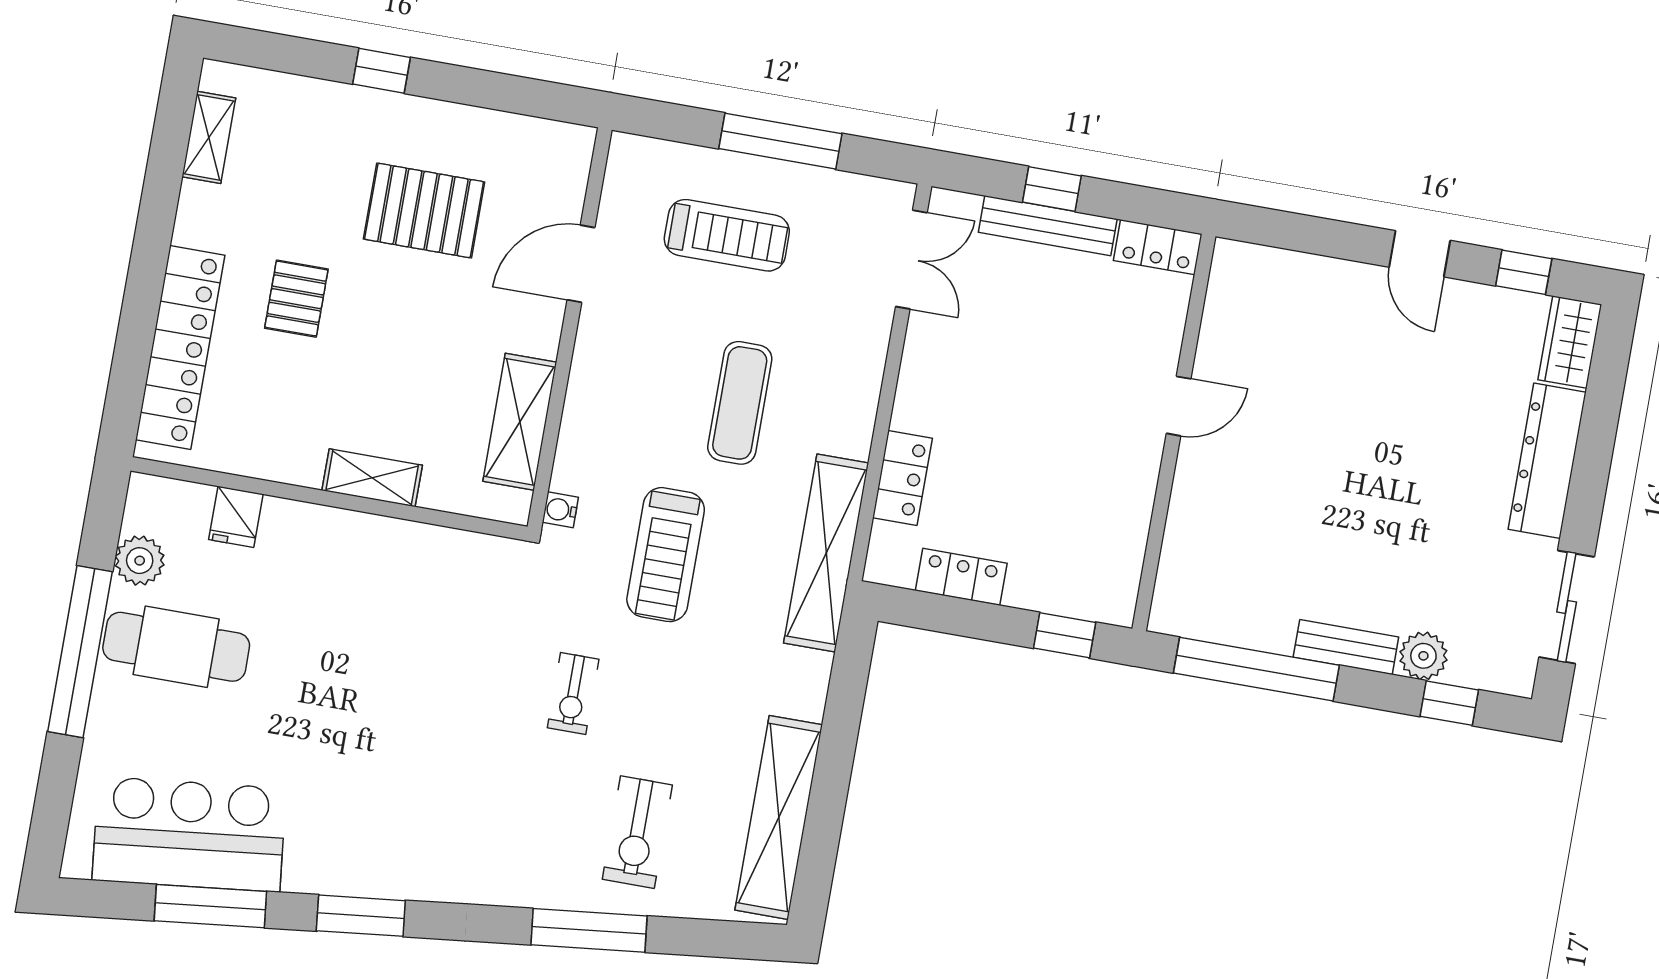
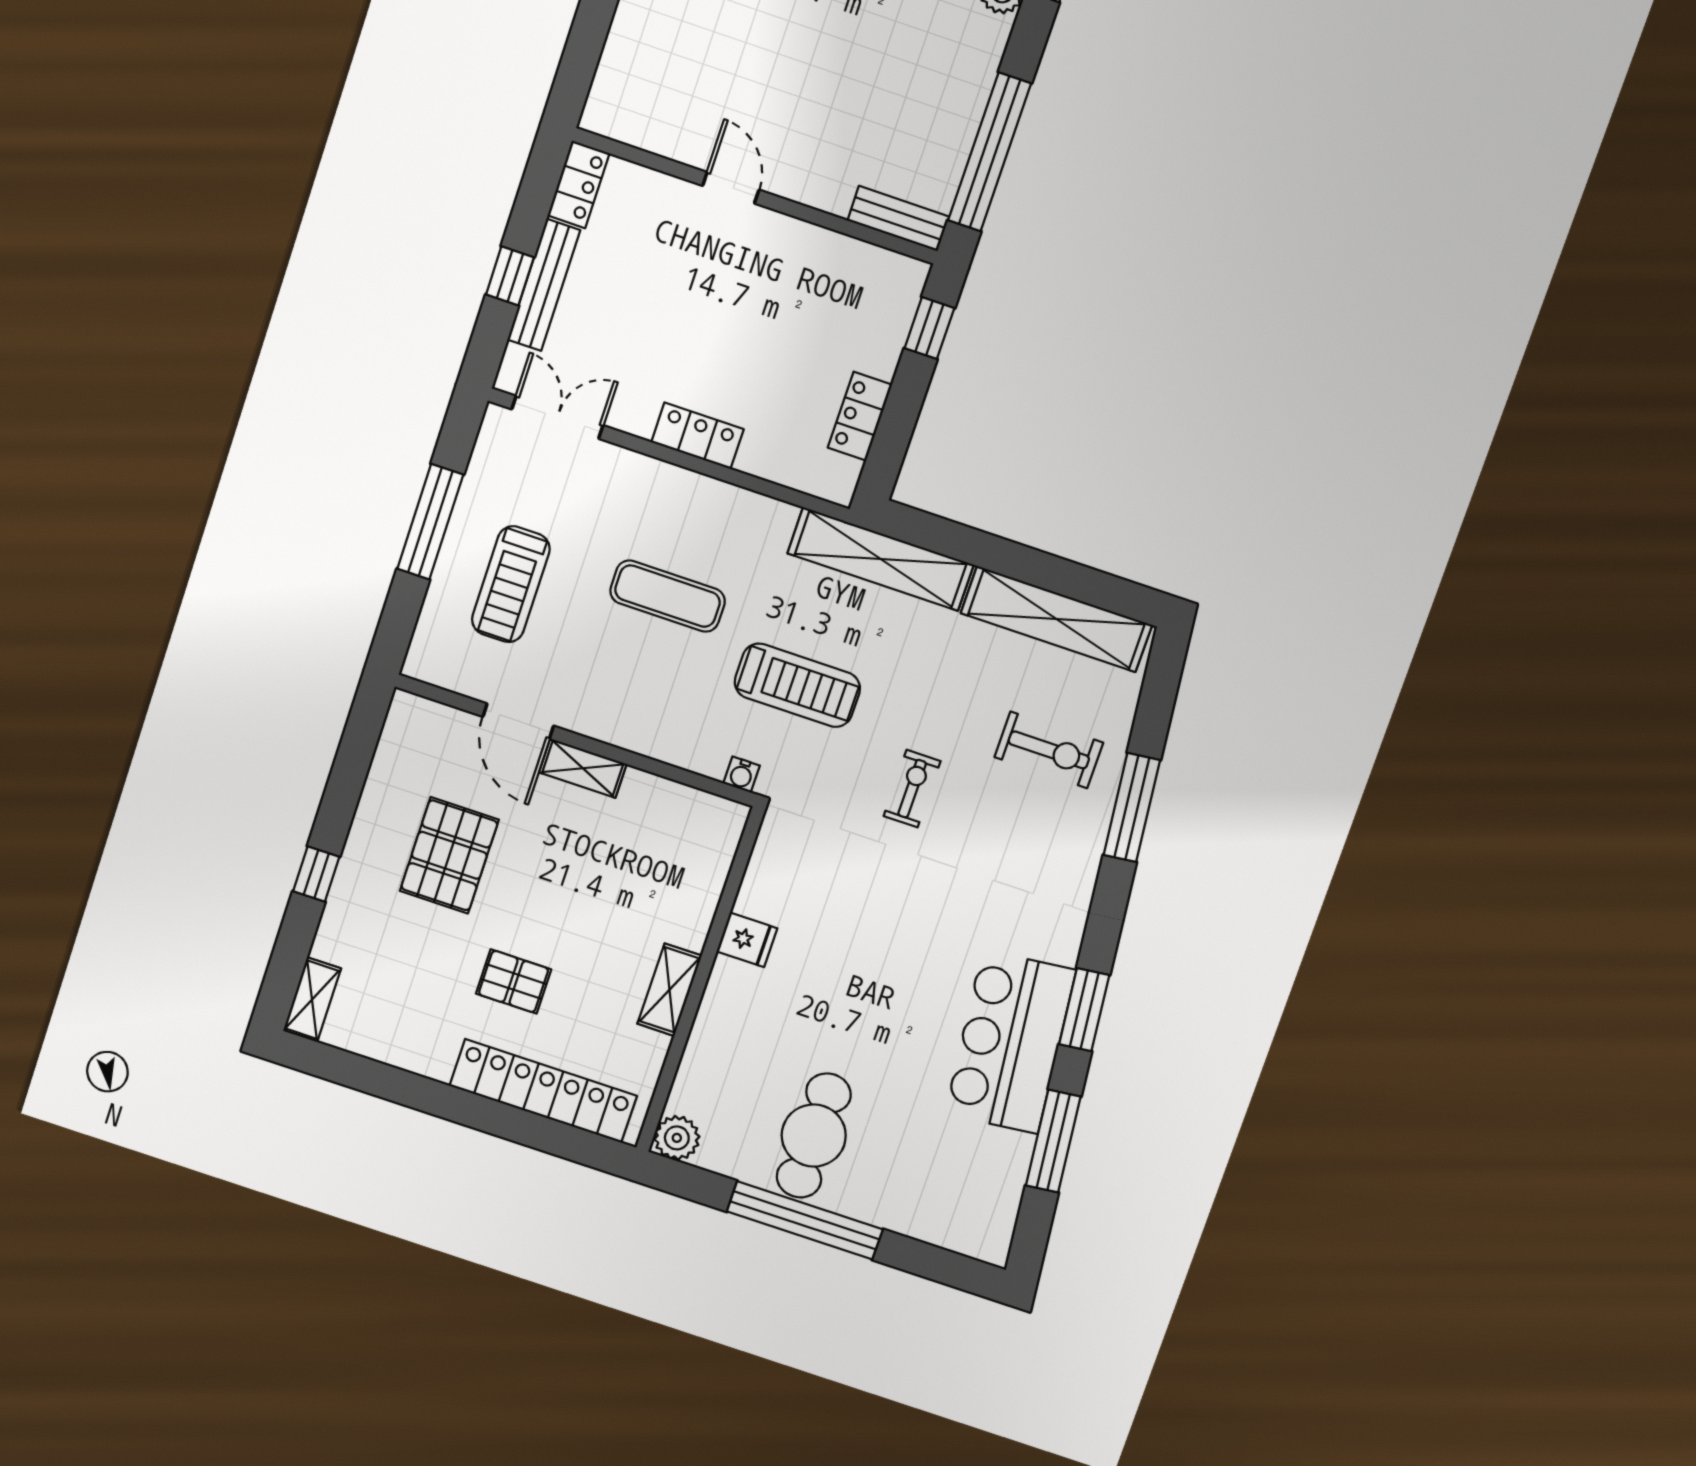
shelving: (209, 137) -> (312, 1000), moved, turned 90
treadmill: (727, 235) -> (511, 584), turned 180
shelving: (520, 422) -> (583, 768), moved, width x0.67, depth x0.75
shelving: (372, 478) -> (670, 990), moved
locker: (902, 478) -> (697, 436), moved
fridge: (236, 517) -> (747, 940), moved
shelving: (826, 553) -> (881, 559), moved
plant: (140, 561) -> (677, 1138), moved
bench: (1346, 647) -> (898, 219), moved, turned 90
exercise bike: (573, 693) -> (912, 789), turned -90
bar counter: (189, 834) -> (1010, 1042), moved

